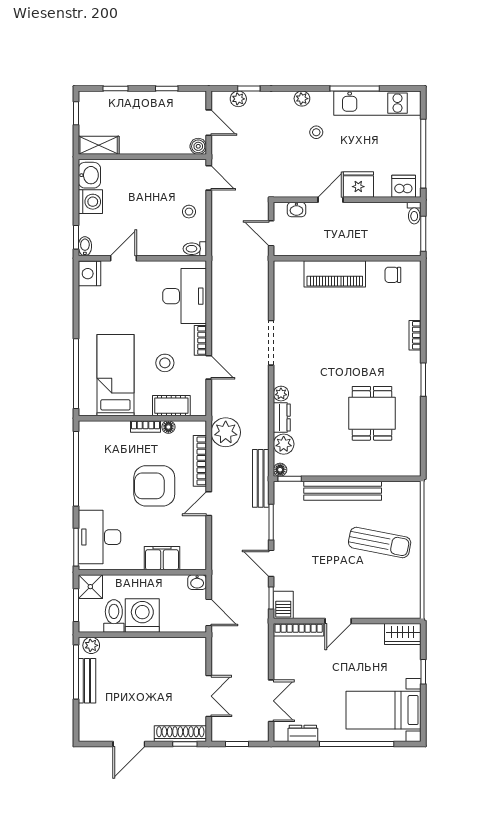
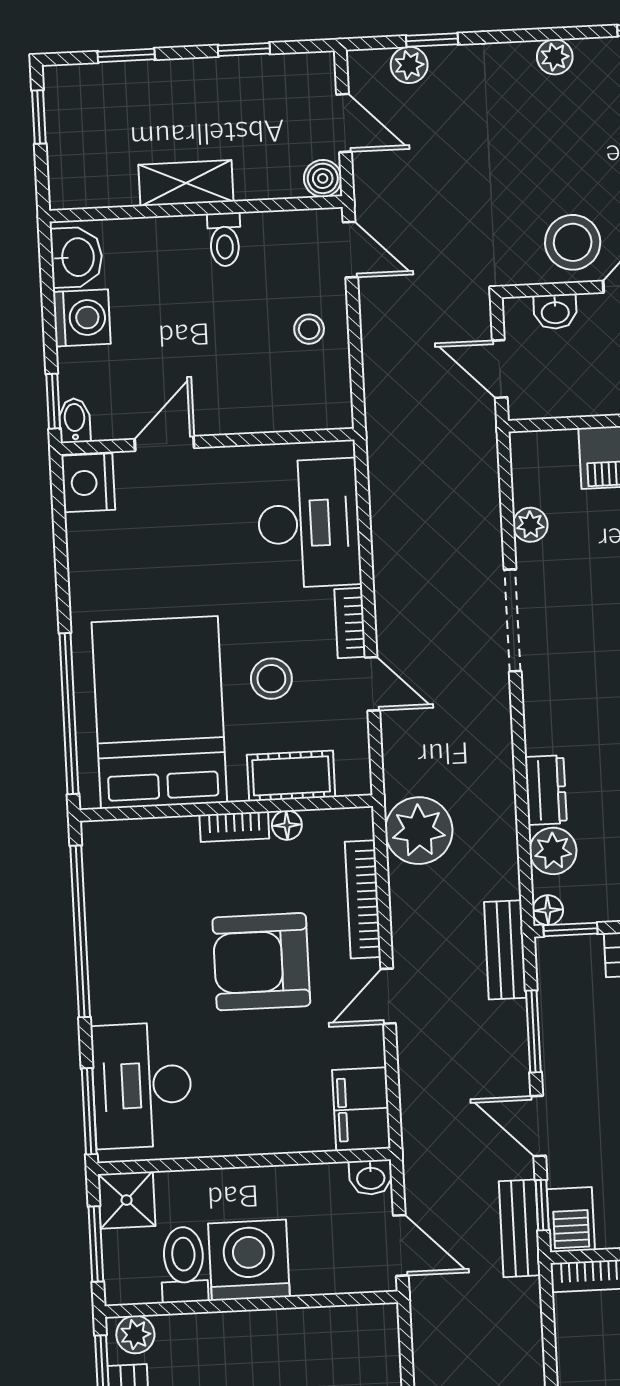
stool: (316, 132) -> (573, 242), moved, width x1.89, depth x1.89
shelving: (99, 145) -> (186, 183), moved
toilet: (195, 249) -> (225, 239), moved, turned -90
bed: (115, 375) -> (159, 712), width x1.50
plant: (281, 394) -> (530, 525), moved
bench: (261, 478) -> (505, 950), width x0.73
filing cabinet: (162, 558) -> (361, 1109), moved, turned -90
bench: (261, 608) -> (520, 1228), added

